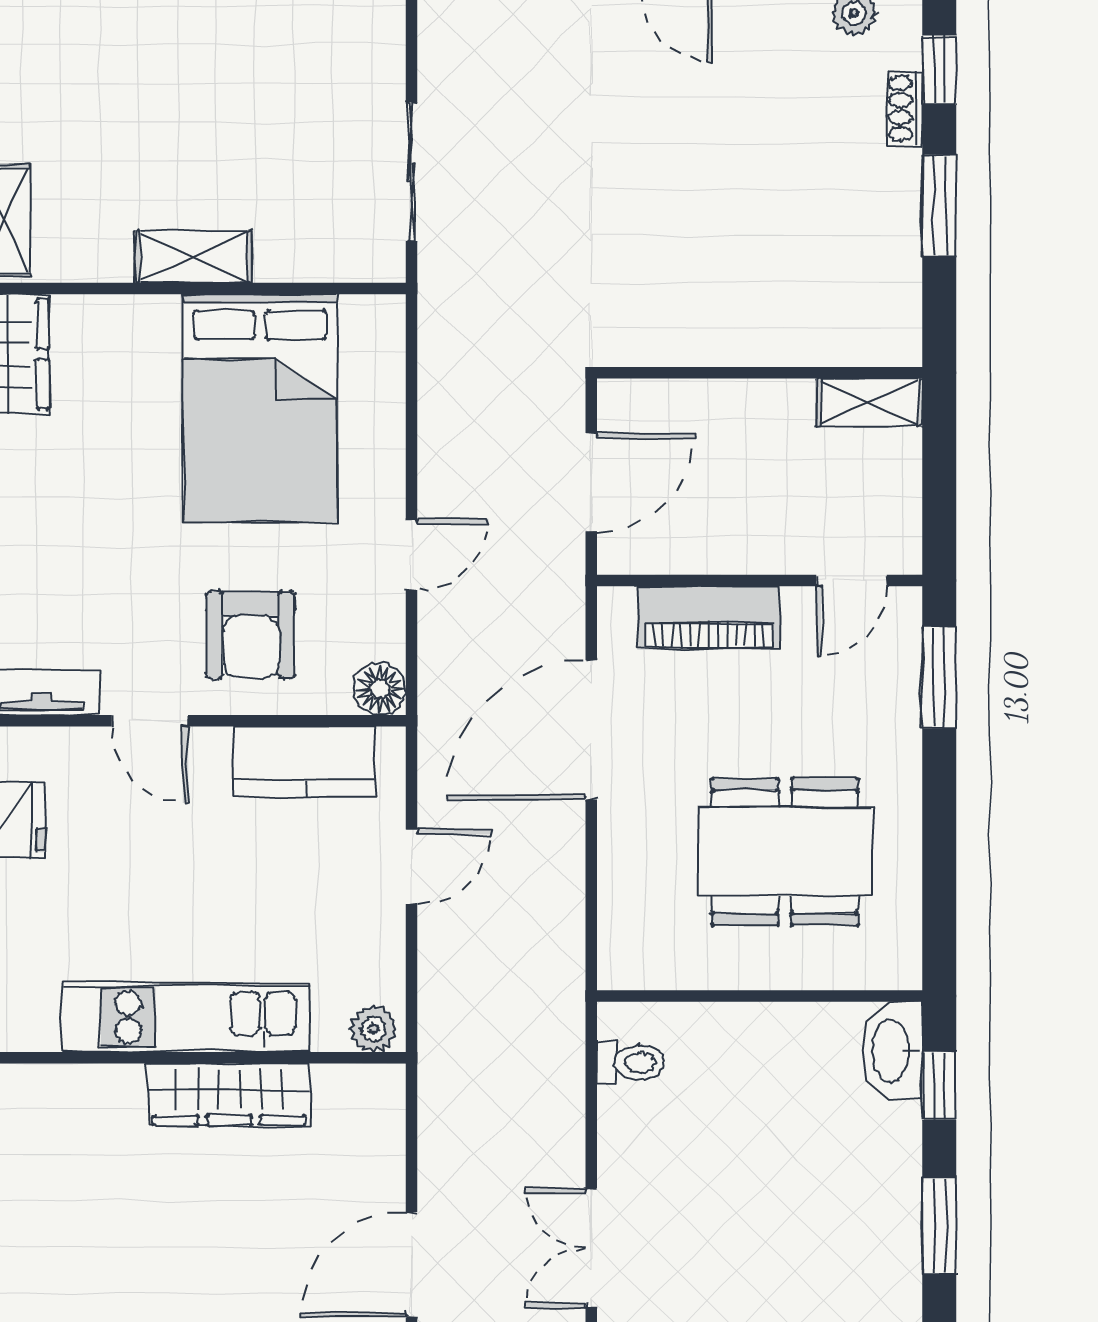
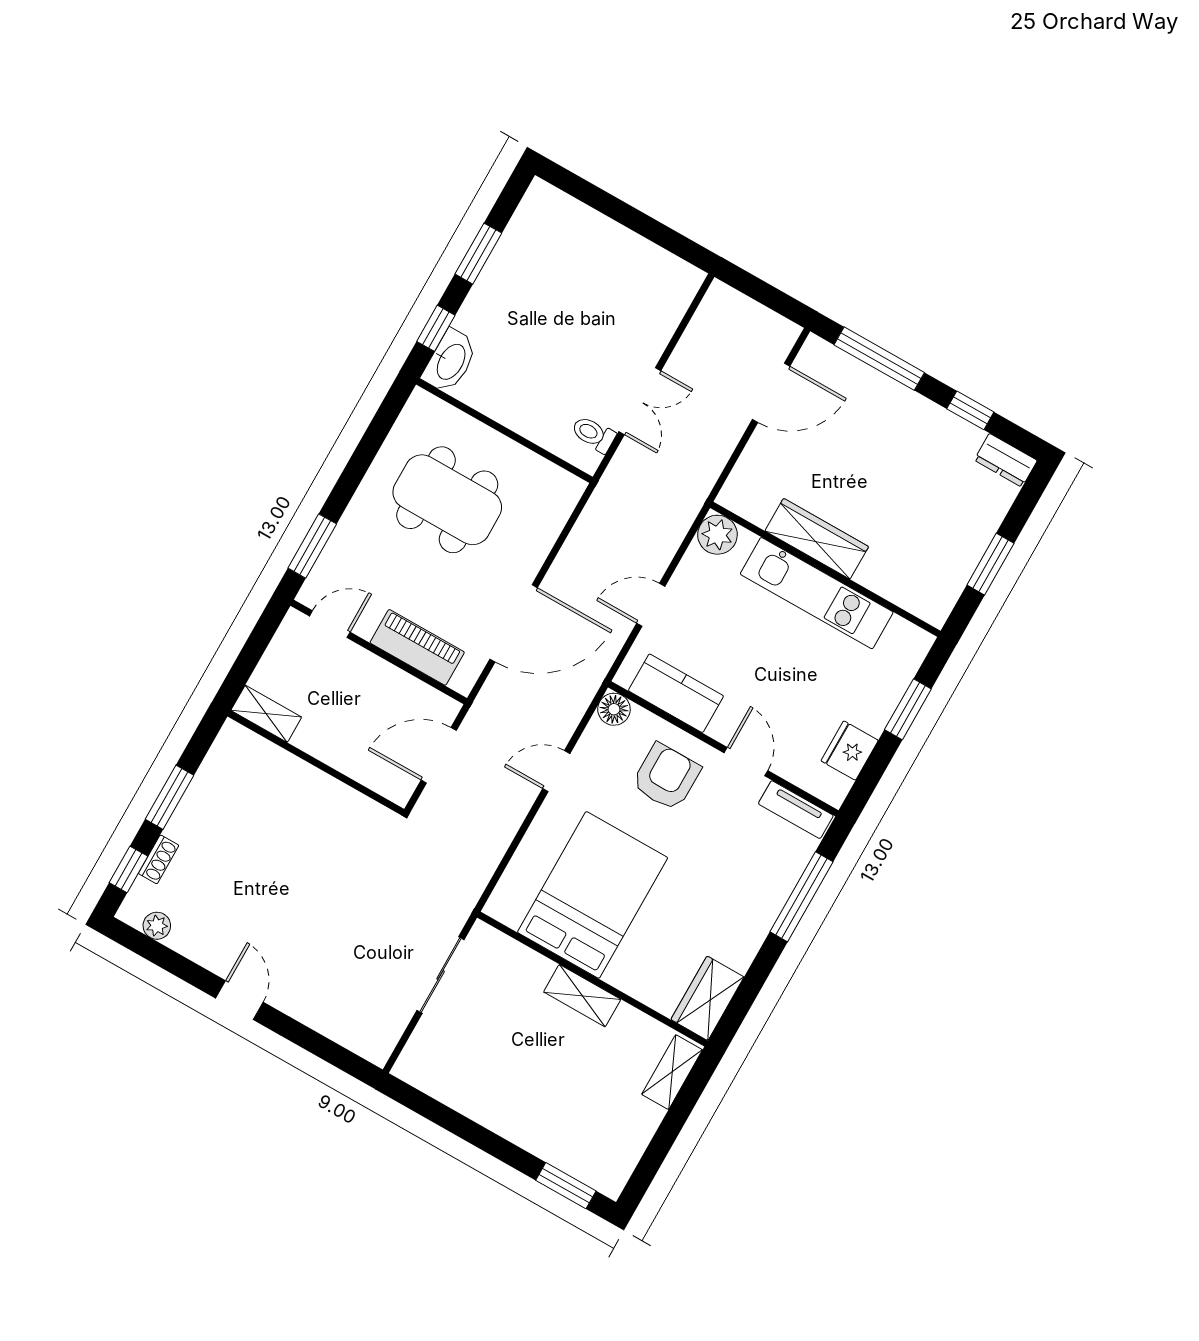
plant: (373, 1029) -> (717, 535), width x1.38, depth x1.38
double door: (591, 1248) -> (640, 401), moved

